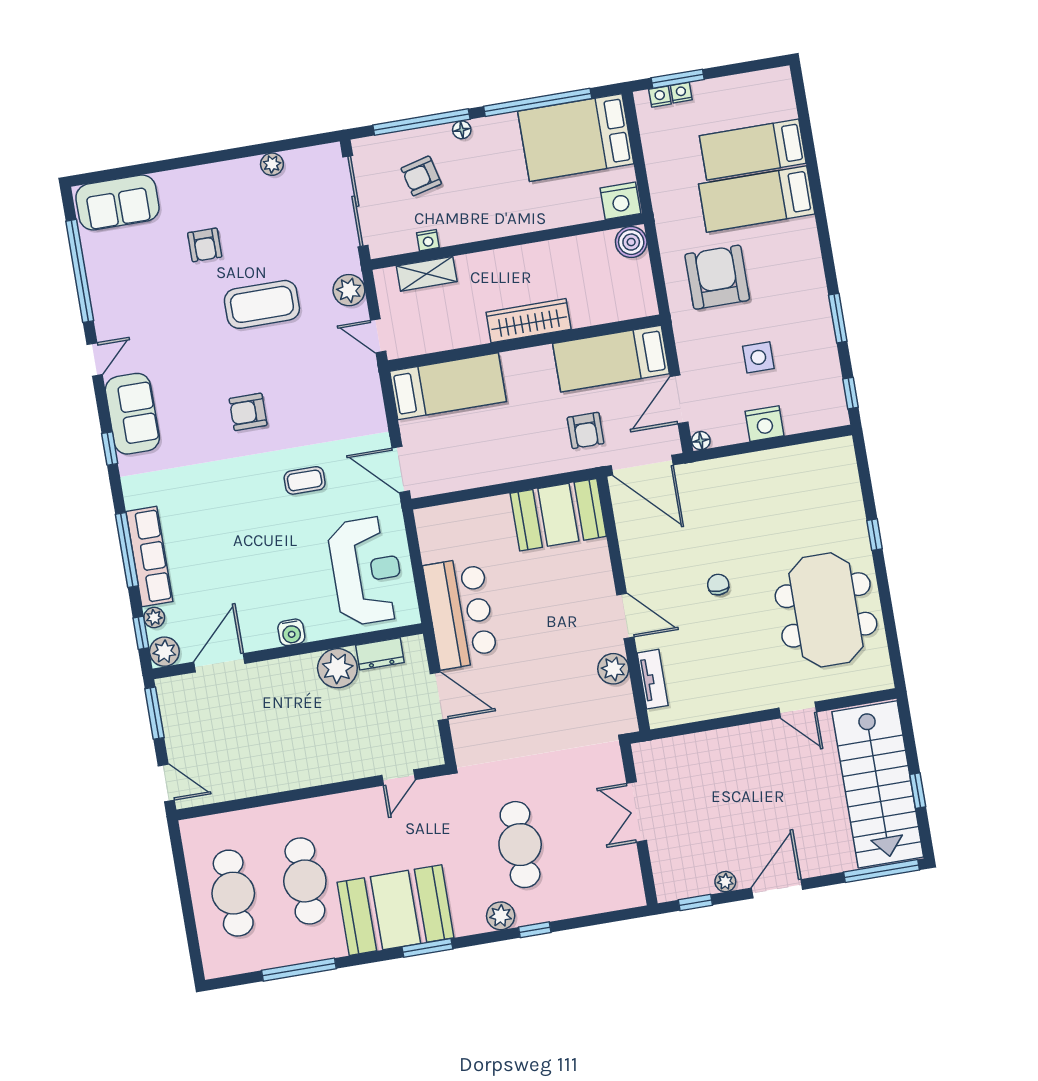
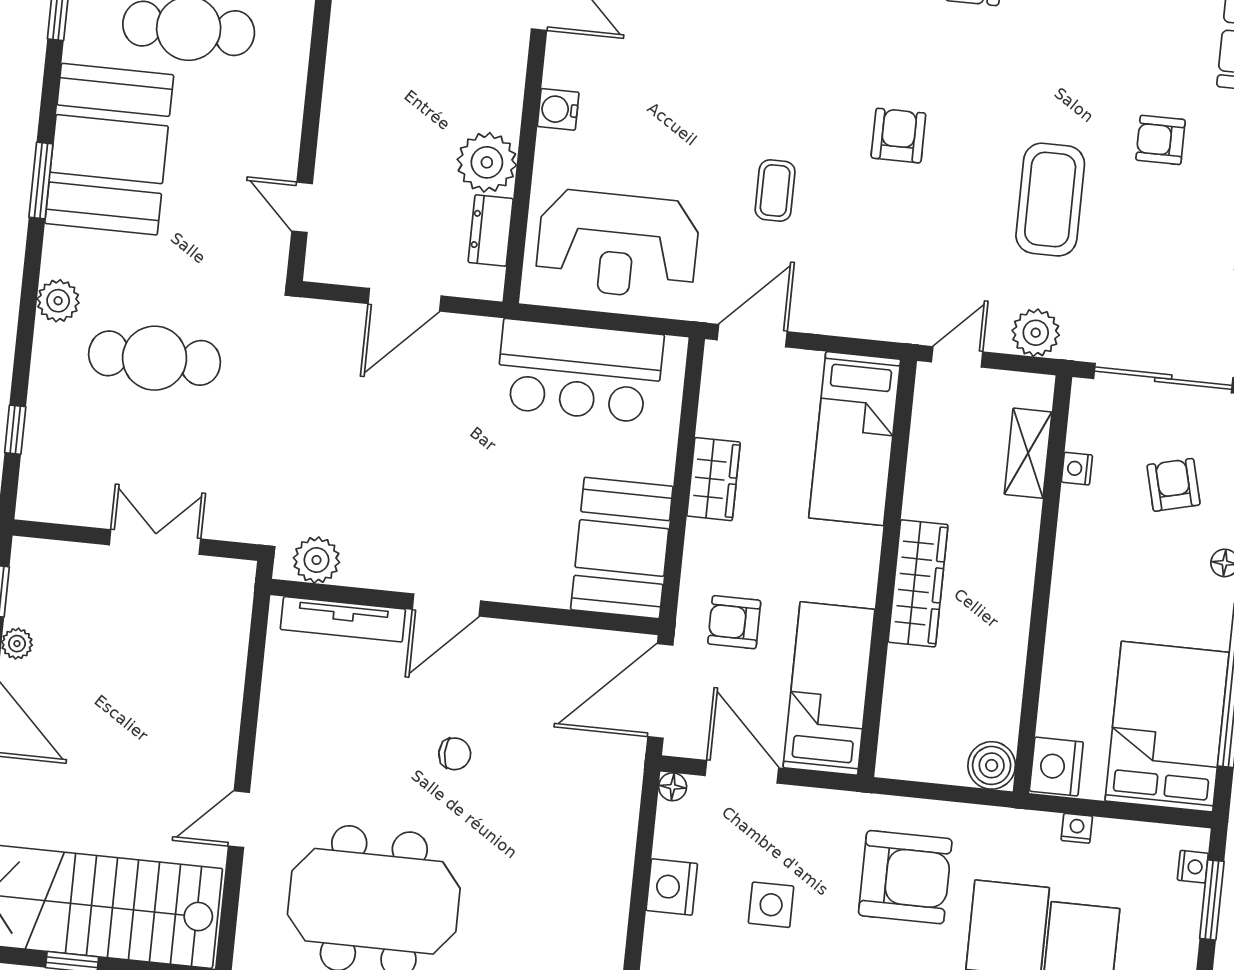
nightstand: (681, 93) -> (1077, 828), moved, turned -90
wardrobe: (498, 469) -> (713, 479), added
bar counter: (460, 613) -> (580, 371), moved
plant: (613, 669) -> (316, 560), moved
tv unit: (653, 679) -> (343, 619), width x1.41
window: (535, 930) -> (15, 430), moved

